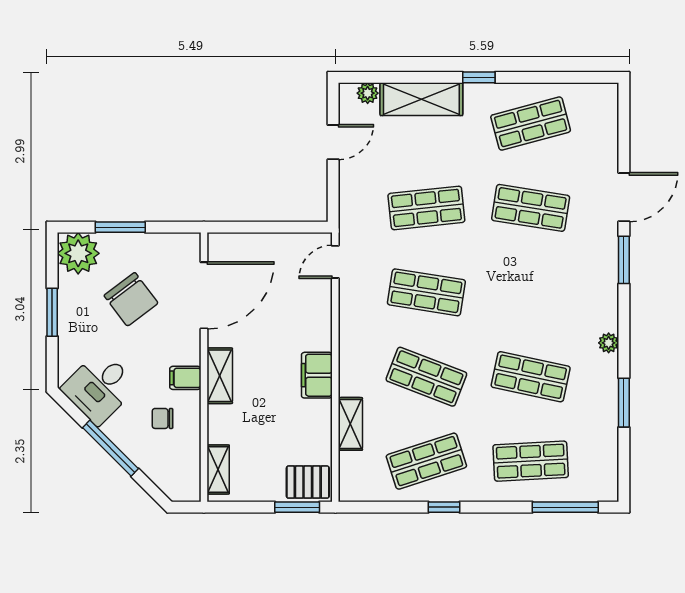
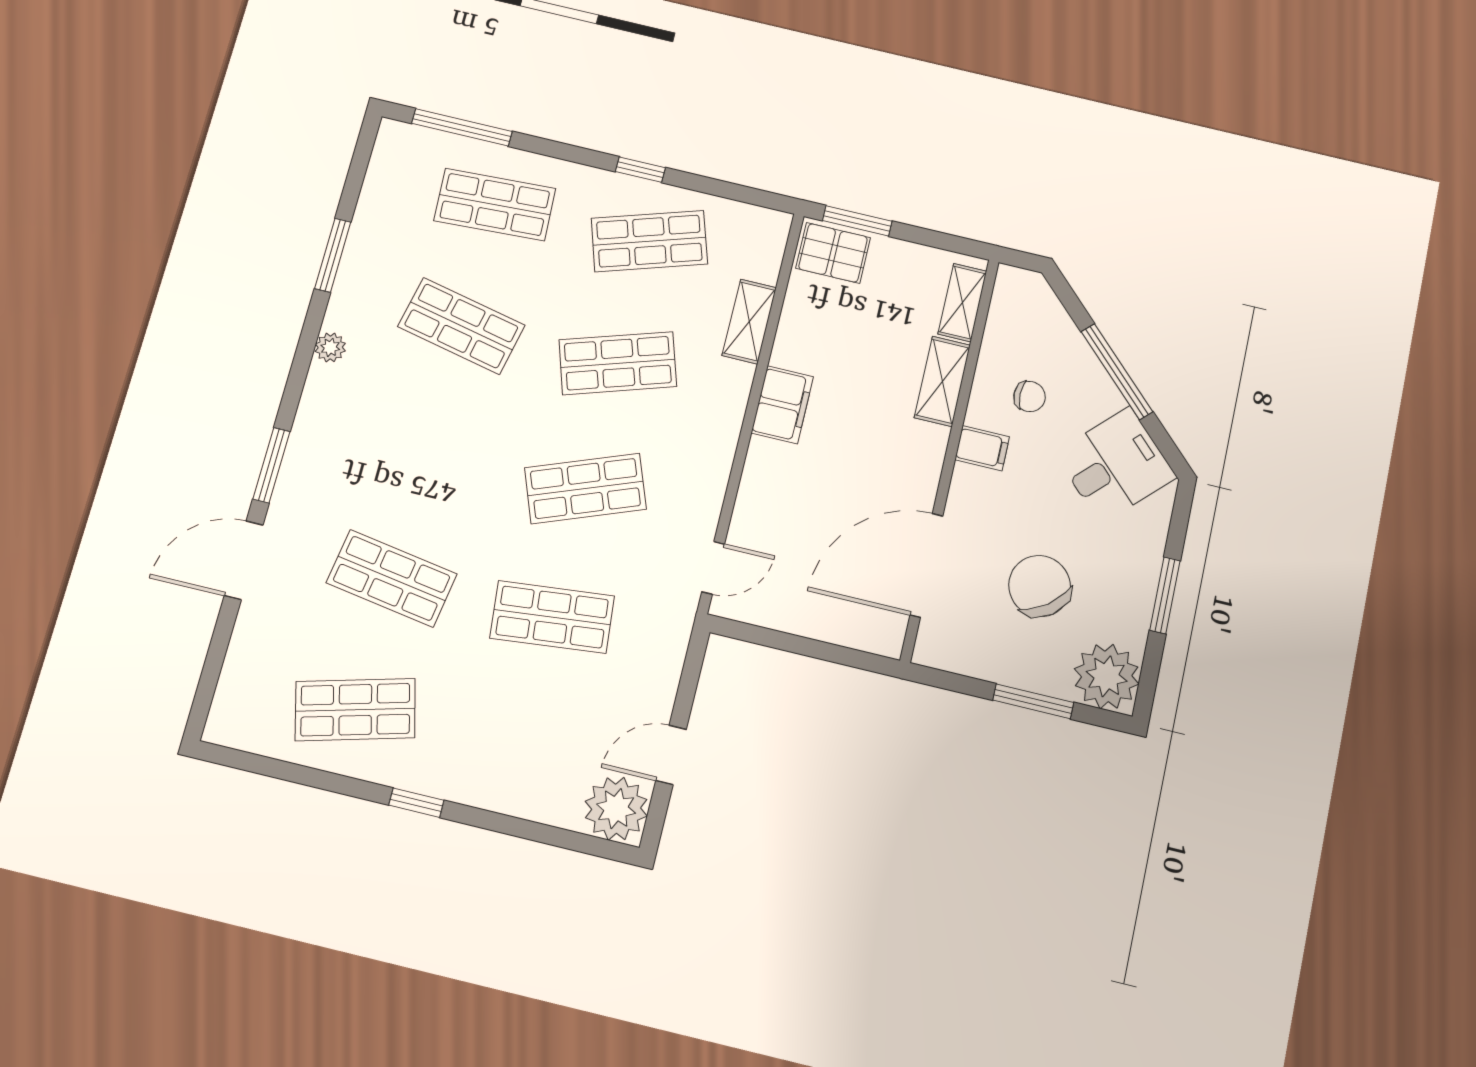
plant: (368, 93) -> (616, 809), width x1.87, depth x1.87
shelving: (421, 99) -> (516, 790), removed
shop shelf: (426, 292) -> (585, 488), turned -30
shelving: (220, 376) -> (942, 381), moved
shop shelf: (426, 377) -> (618, 363), turned -39

